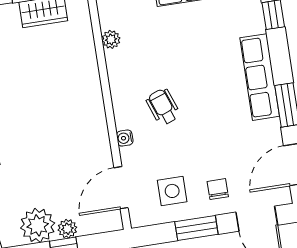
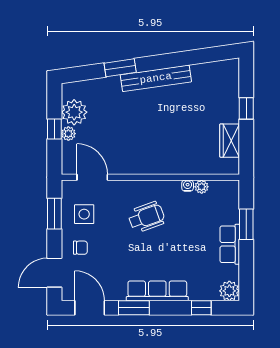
wheelchair: (163, 107) -> (146, 217), width x1.36, depth x1.37
water cooler: (125, 138) -> (188, 186), moved
window: (196, 228) -> (54, 214), moved

